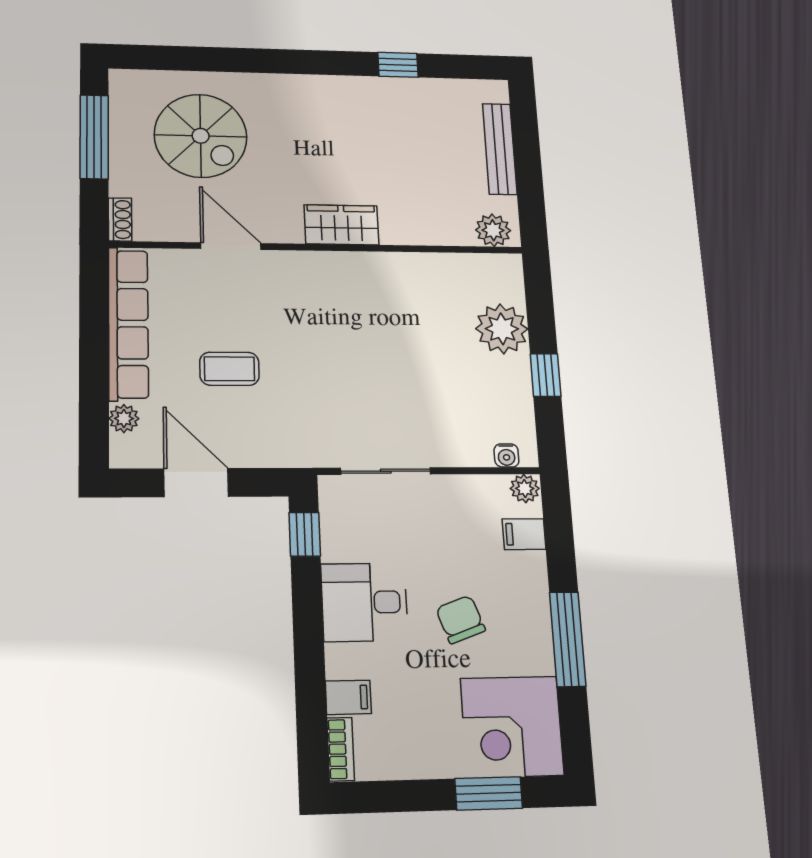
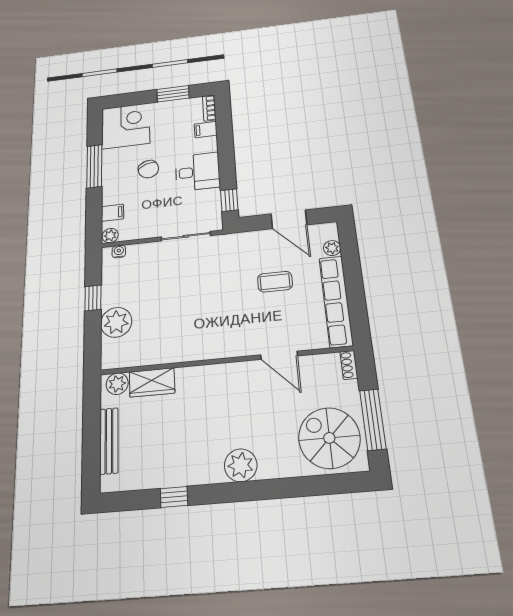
plant: (299, 96) -> (241, 465), added
spiral stairs: (201, 136) -> (329, 438), moved
wardrobe: (341, 225) -> (152, 382), moved
window: (489, 793) -> (173, 94), moved

